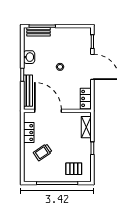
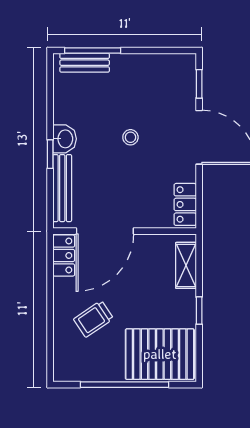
washbasin: (29, 57) -> (65, 139), moved
door: (48, 111) -> (105, 231), swing flipped
locker: (29, 133) -> (64, 255), moved
pallet: (74, 169) -> (160, 354), width x2.05, depth x2.00

